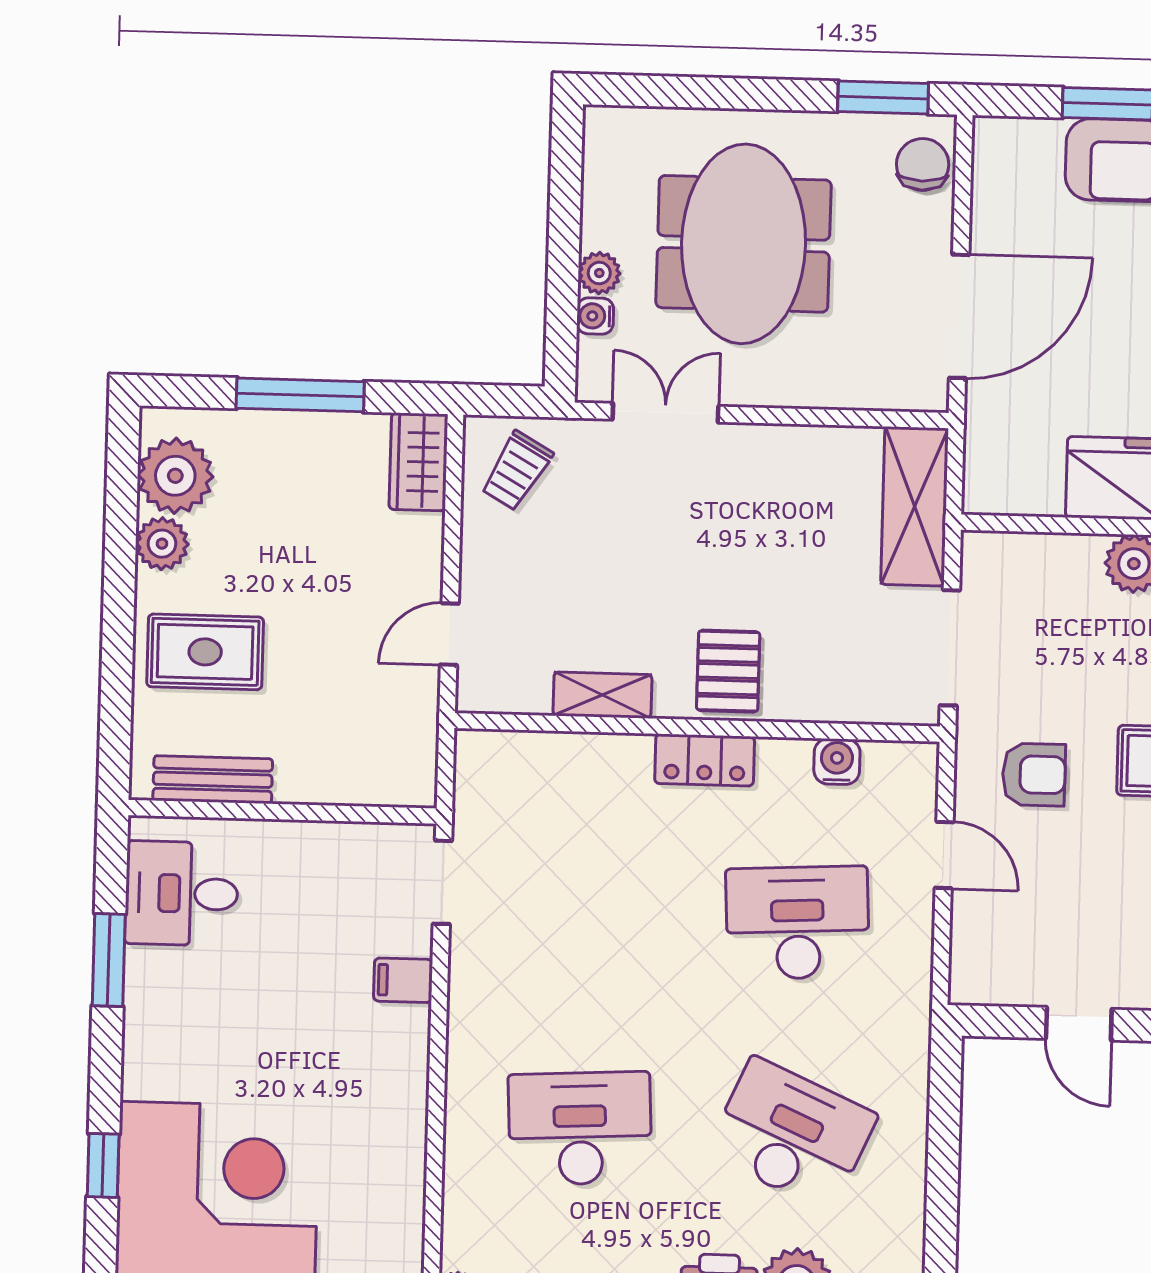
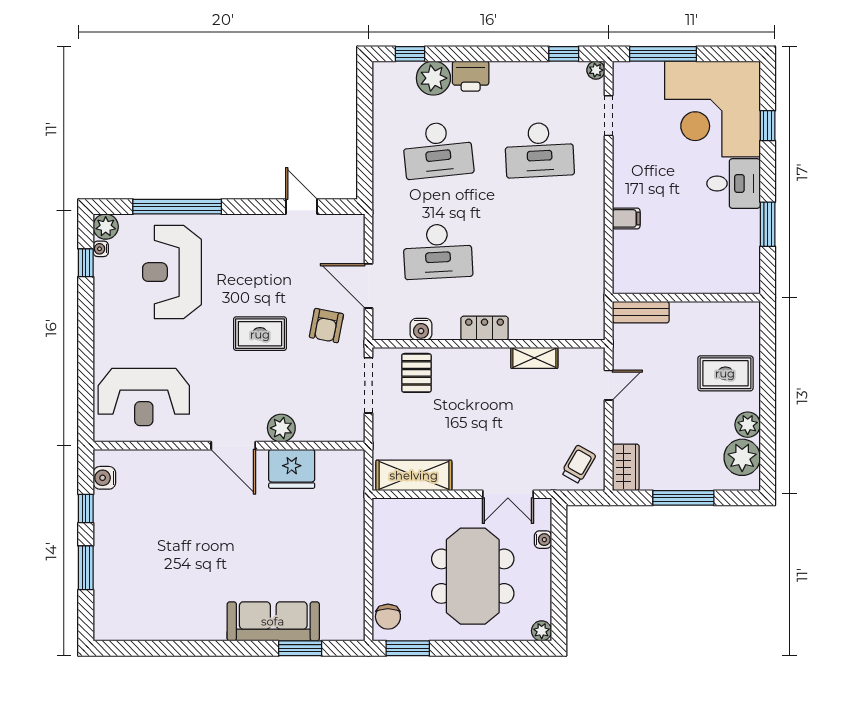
plant: (599, 273) -> (542, 631), moved
door: (959, 316) -> (368, 544), removed
shelving: (915, 506) -> (414, 475), moved, turned 90
pallet: (728, 671) -> (416, 373), moved
armchair: (1034, 775) -> (326, 326), turned -79
bench: (213, 780) -> (641, 312), moved
door: (944, 855) -> (368, 286), width x1.38
doorway: (442, 882) -> (609, 116), moved
desk: (182, 893) -> (734, 183), moved
desk: (792, 1134) -> (438, 150), turned -30

